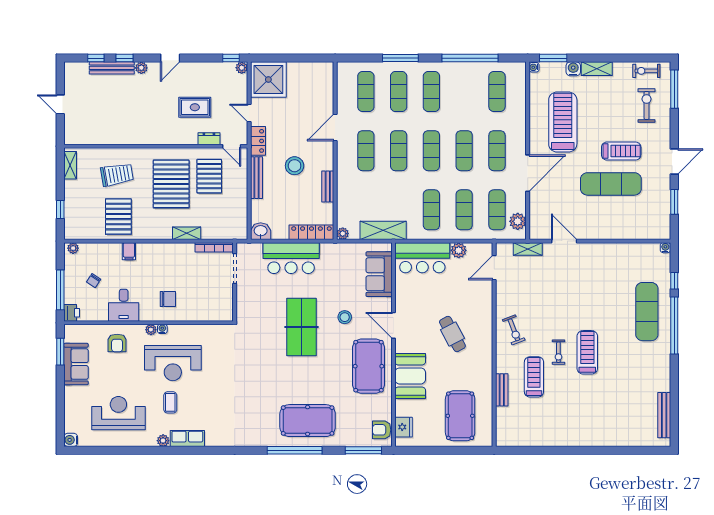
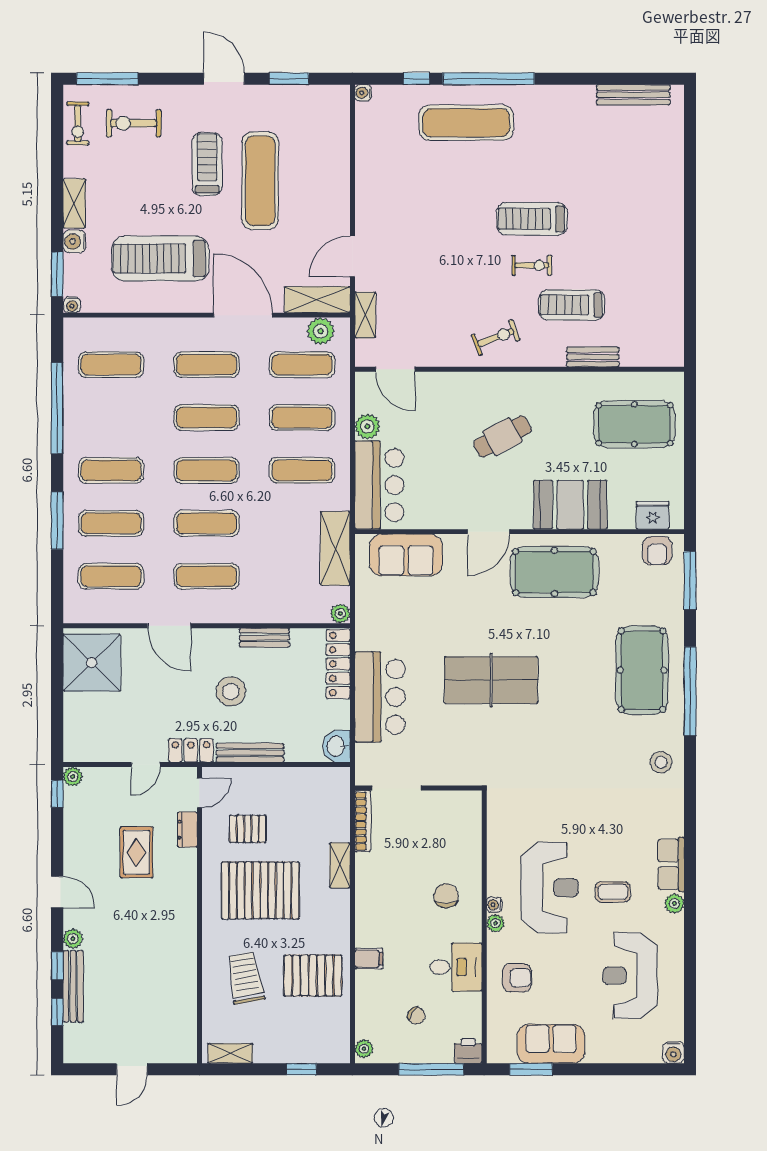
shower: (268, 79) -> (92, 663), moved
pallet: (209, 176) -> (248, 829), width x0.67, depth x0.71
shelving: (537, 219) -> (317, 300), added
stool: (345, 317) -> (661, 762), moved

